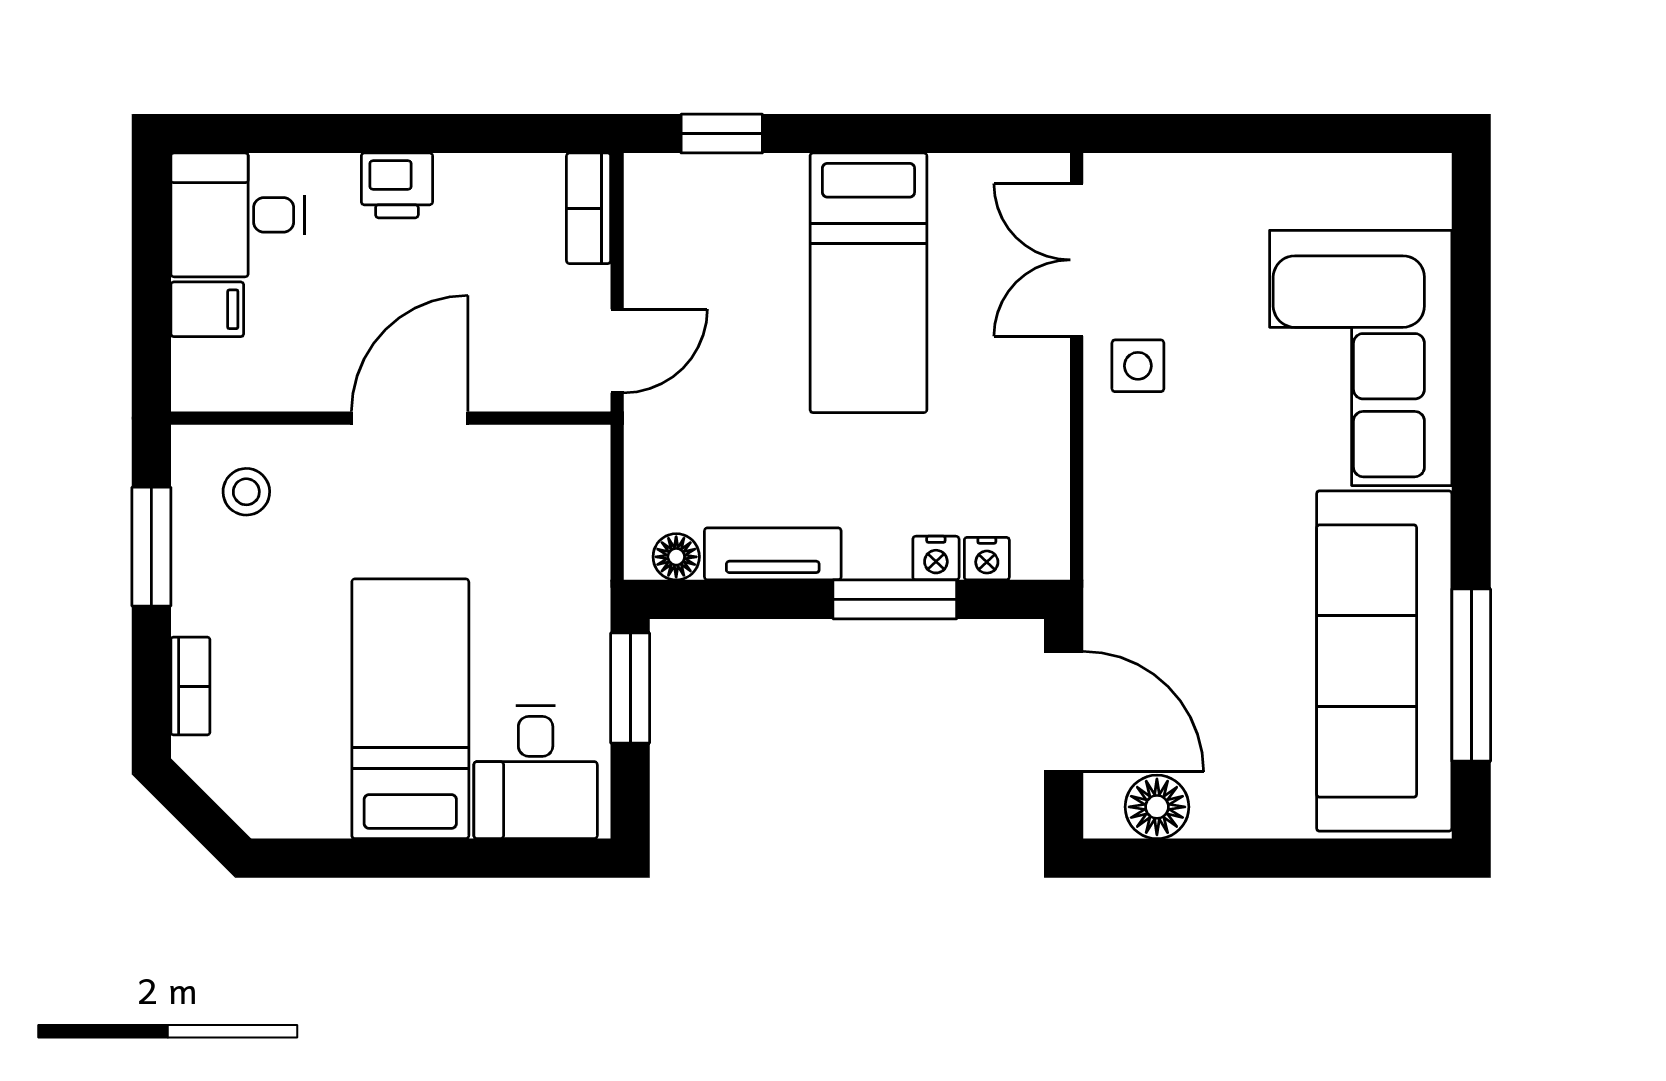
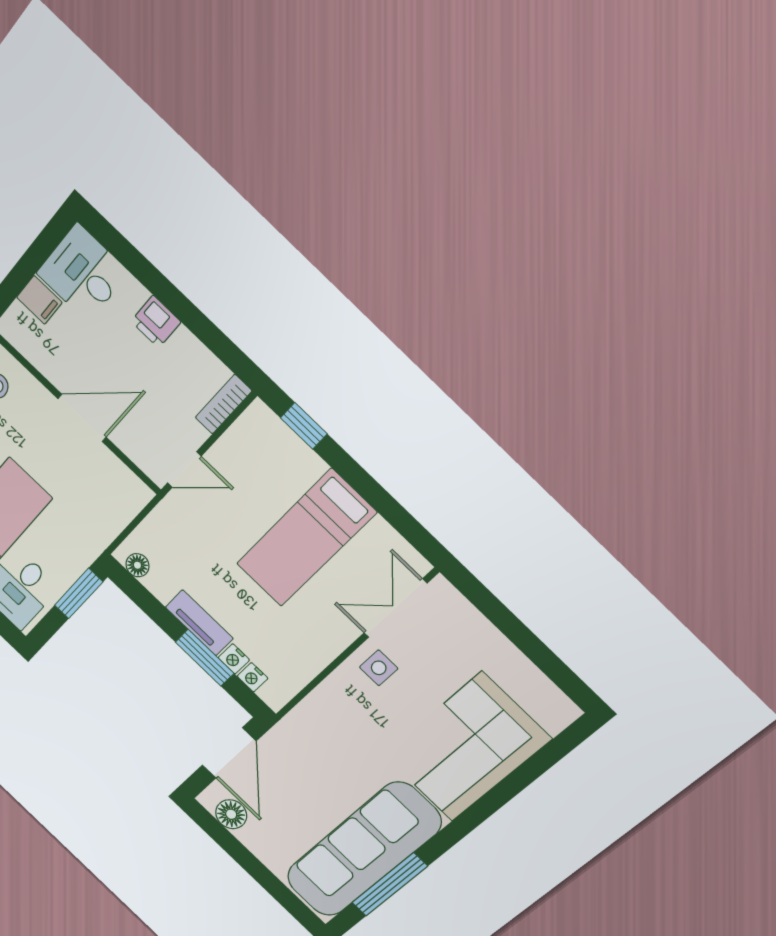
tv unit: (773, 554) -> (199, 623), moved

